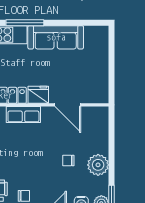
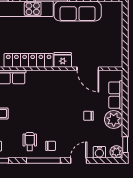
row of seats: (23, 114) -> (116, 95), moved, turned 90

